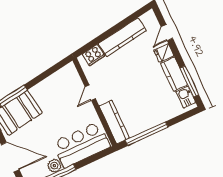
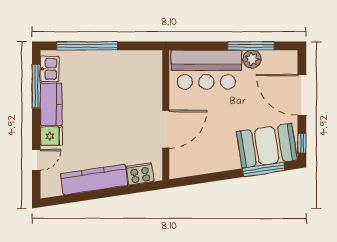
door: (90, 93) -> (166, 129), width x1.87
kitchen counter: (114, 122) -> (153, 79), removed
window: (147, 134) -> (87, 46), moved

